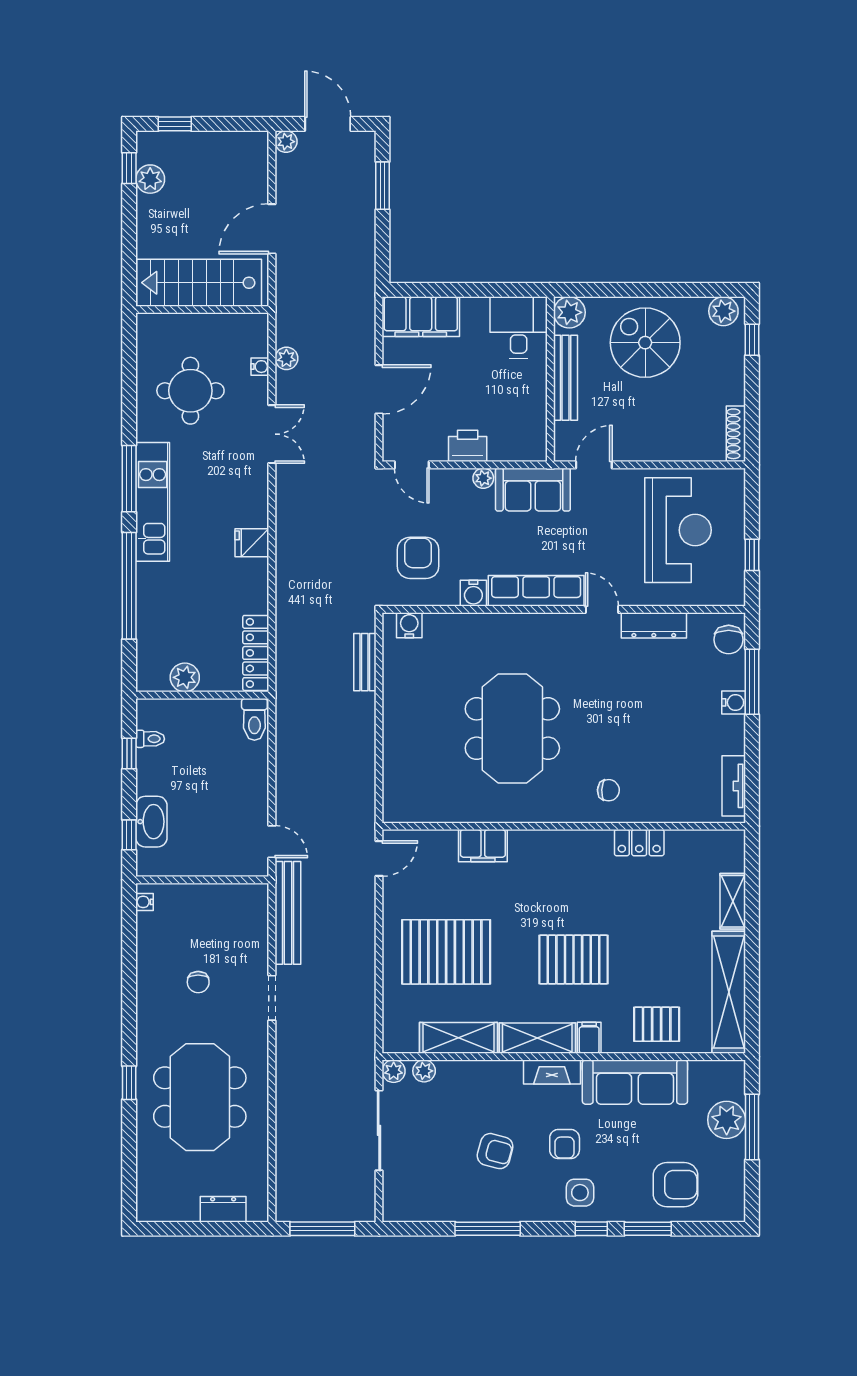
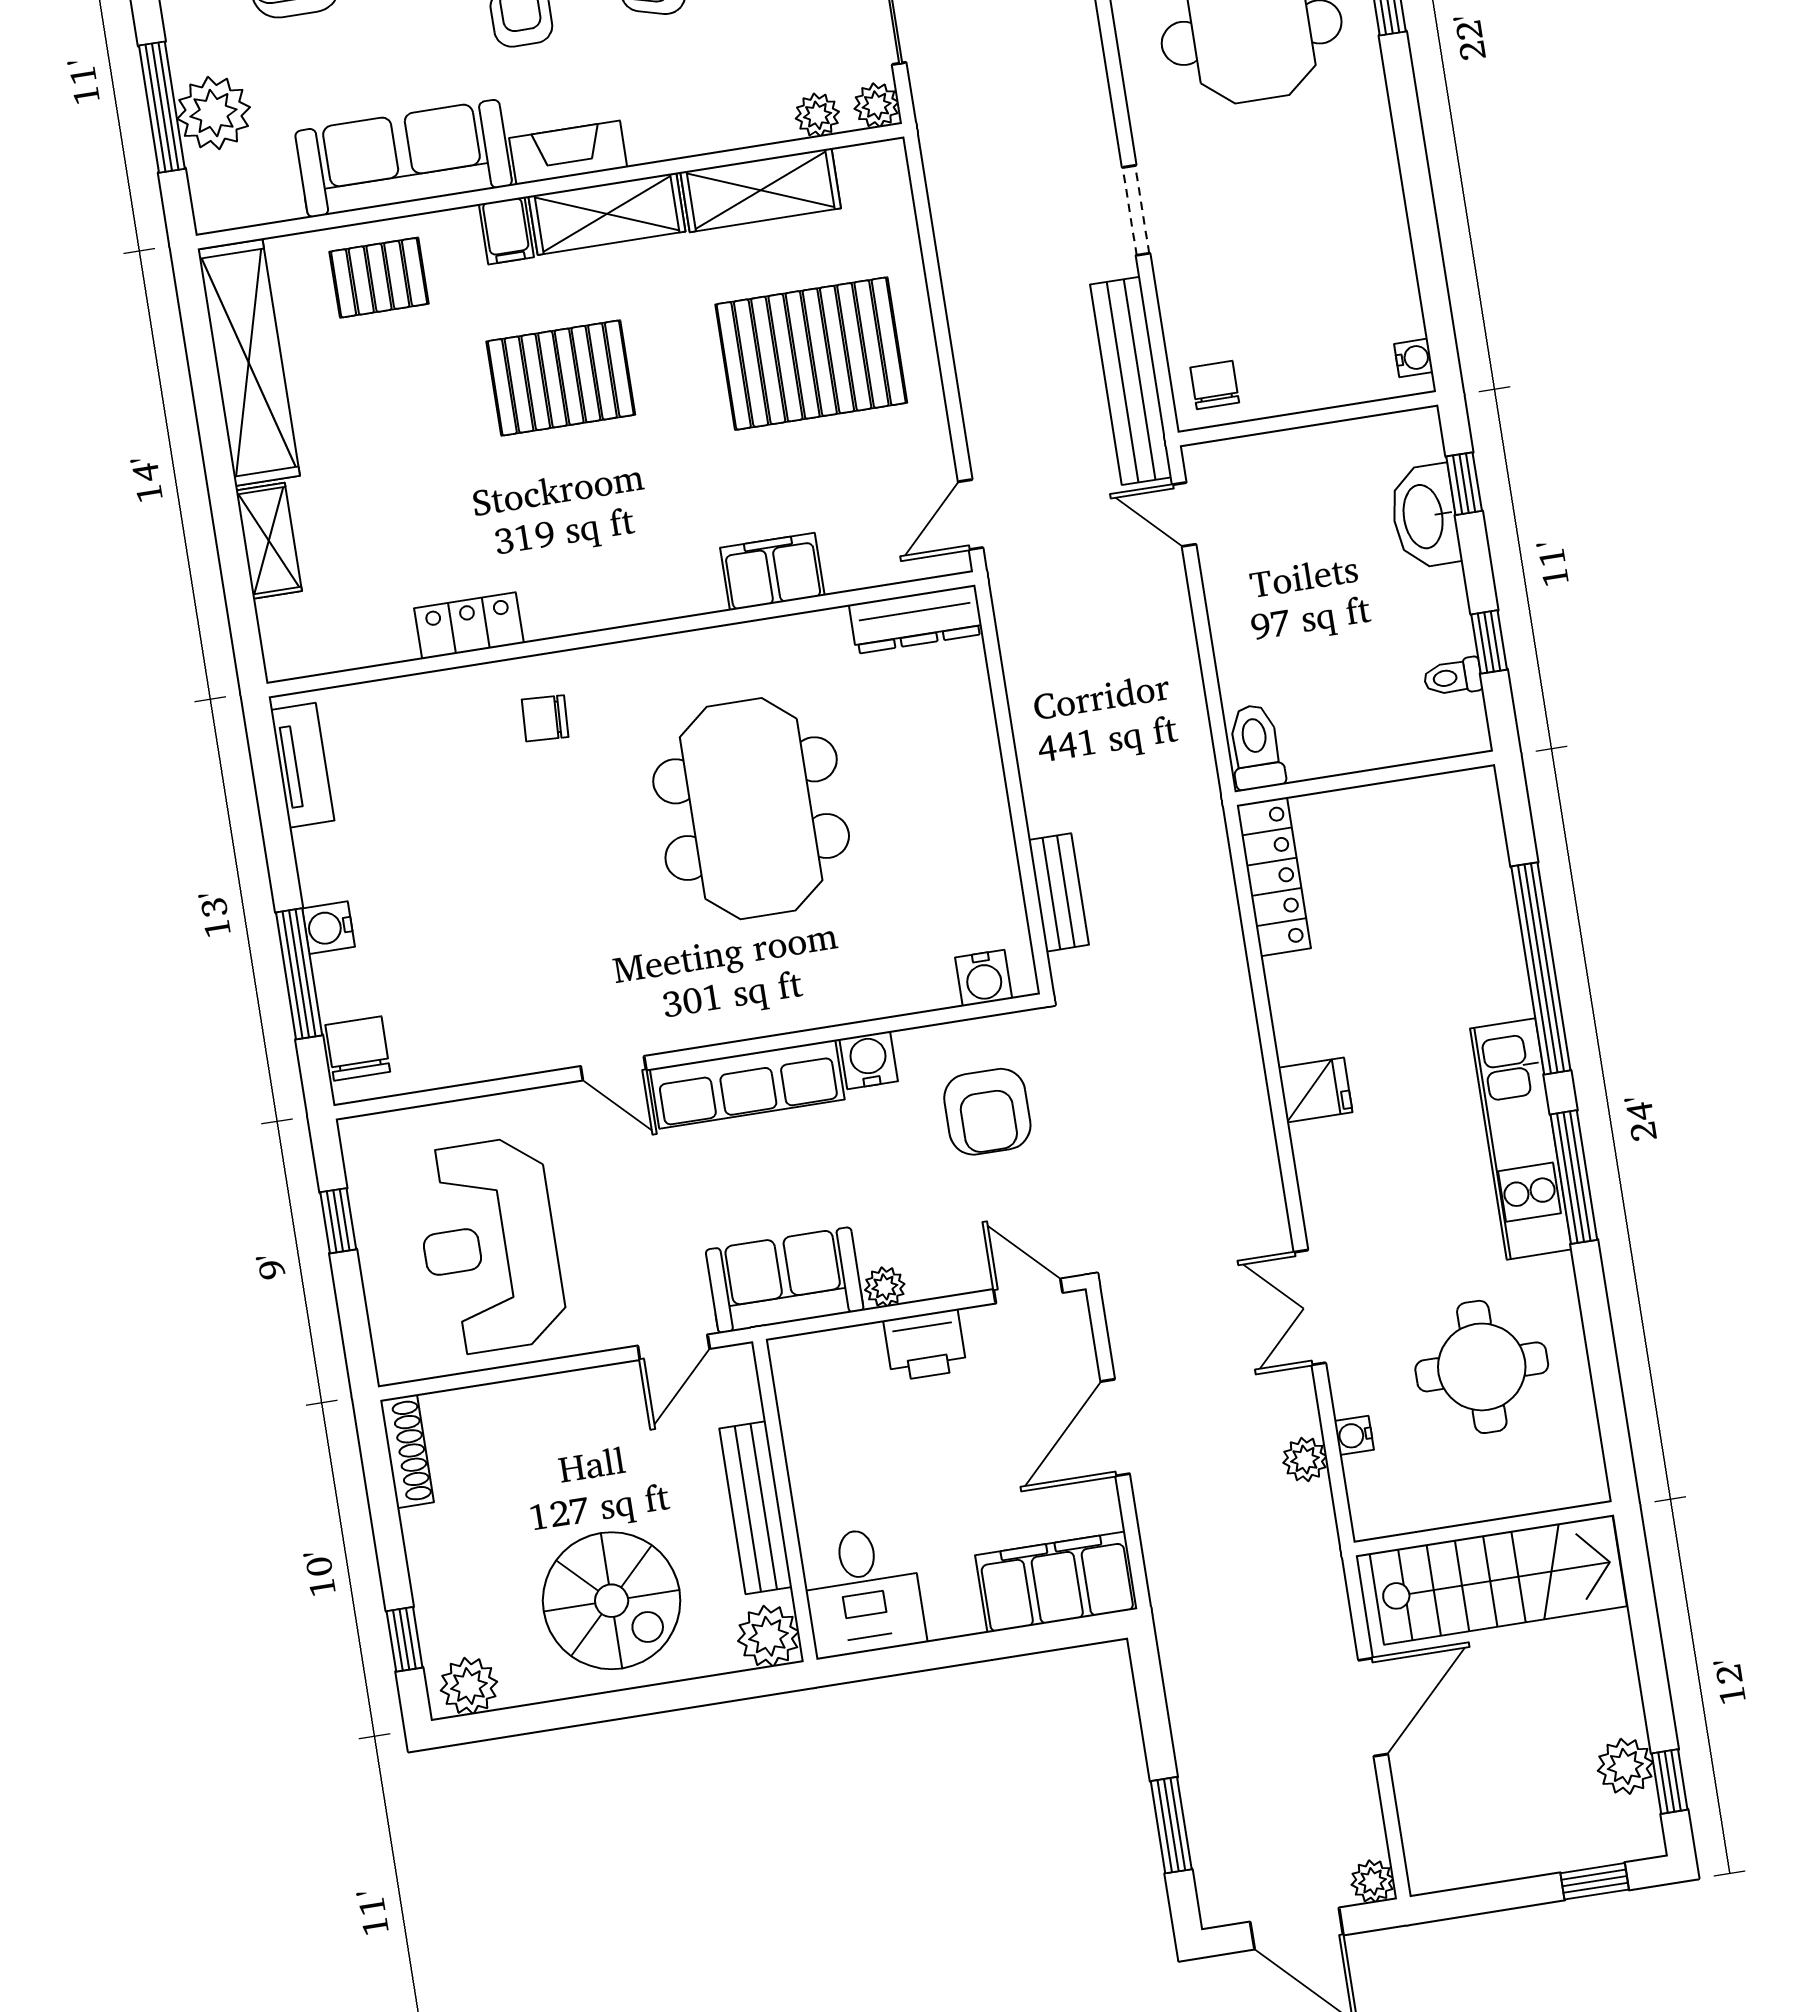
dresser: (654, 625) -> (916, 619), moved, turned 180
plant: (185, 677) -> (1404, 807), removed
chair: (198, 982) -> (1215, 385), moved

